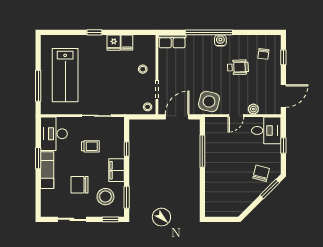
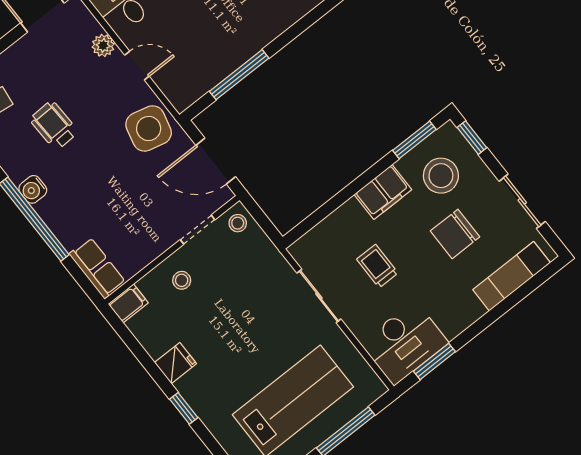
filing cabinet: (127, 43) -> (128, 303), moved
window: (127, 149) -> (335, 203), removed
window: (38, 158) -> (434, 361), moved
exam couch: (47, 170) -> (512, 276), moved
chair: (80, 185) -> (455, 234), turned 90

